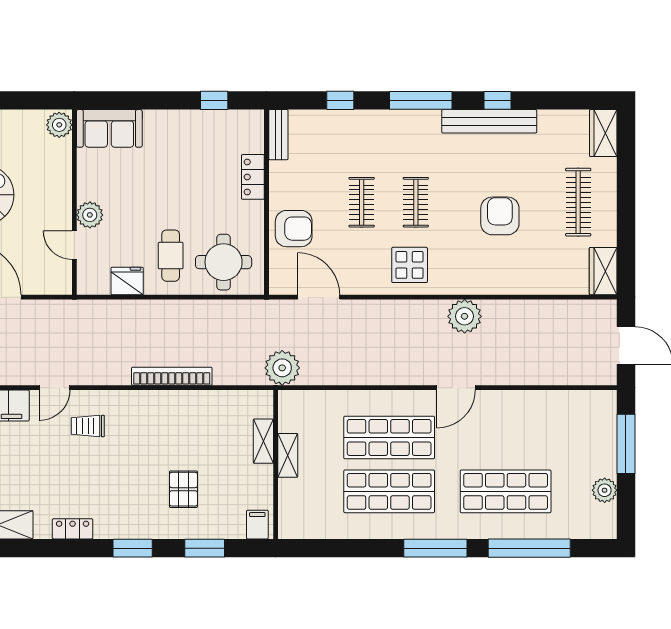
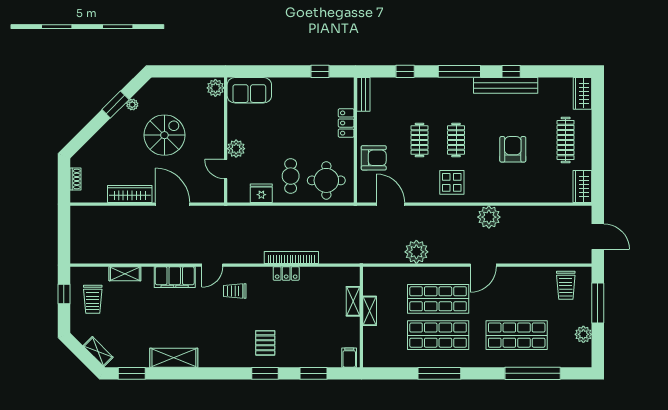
plant: (282, 368) -> (416, 252), moved
trolley: (579, 417) -> (566, 285), added
pallet: (183, 489) -> (265, 343), moved
locker: (73, 529) -> (286, 273), moved, turned 180
window: (435, 548) -> (439, 373), moved

